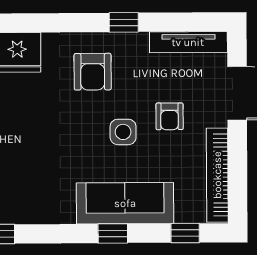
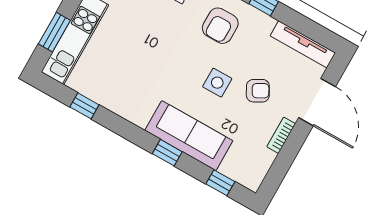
armchair: (170, 116) -> (258, 91), turned -119
bookcase: (217, 175) -> (281, 135), width x0.43, depth x0.76

